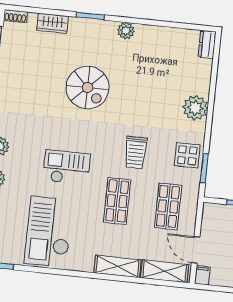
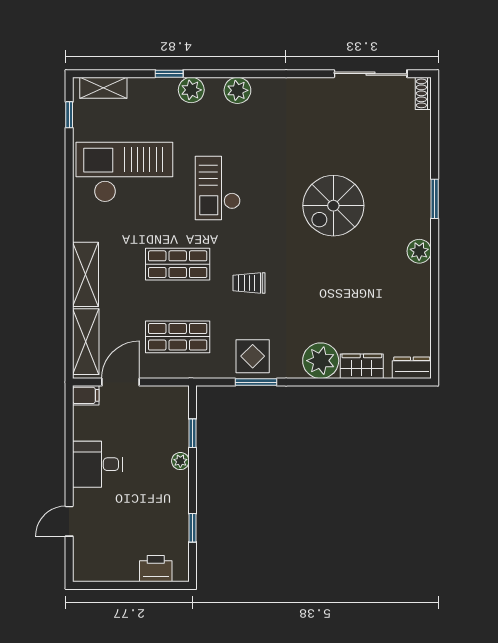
wardrobe: (53, 23) -> (362, 366), moved, turned 90
trolley: (136, 152) -> (249, 283), width x0.73, depth x0.72
checkout: (67, 167) -> (218, 188), turned 180
window: (204, 168) -> (256, 382), moved

